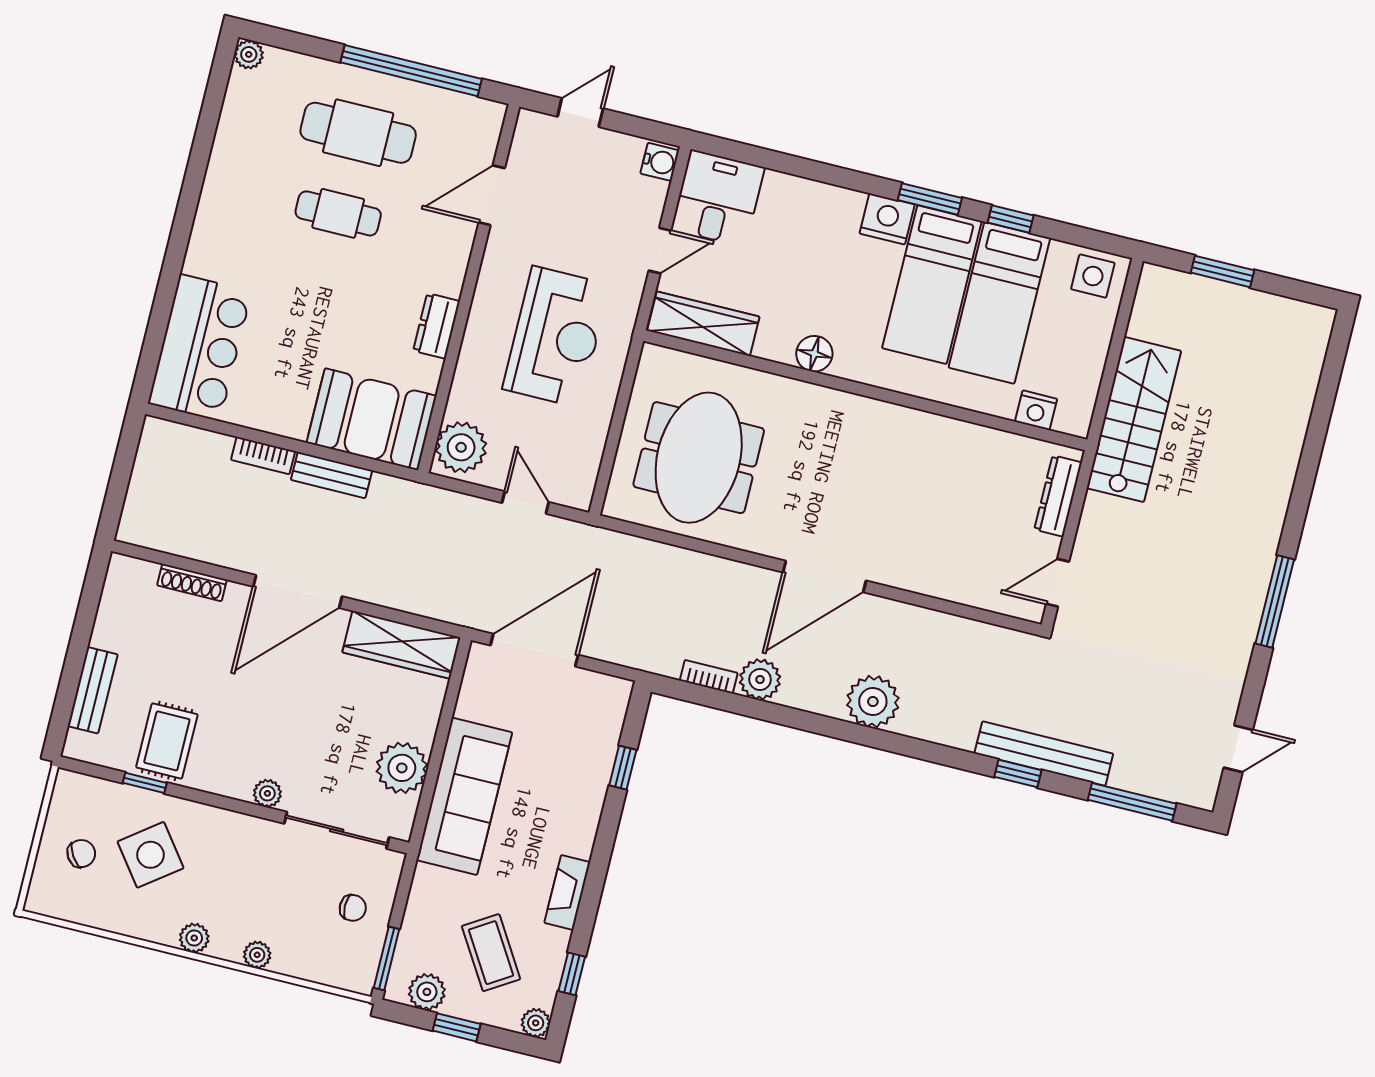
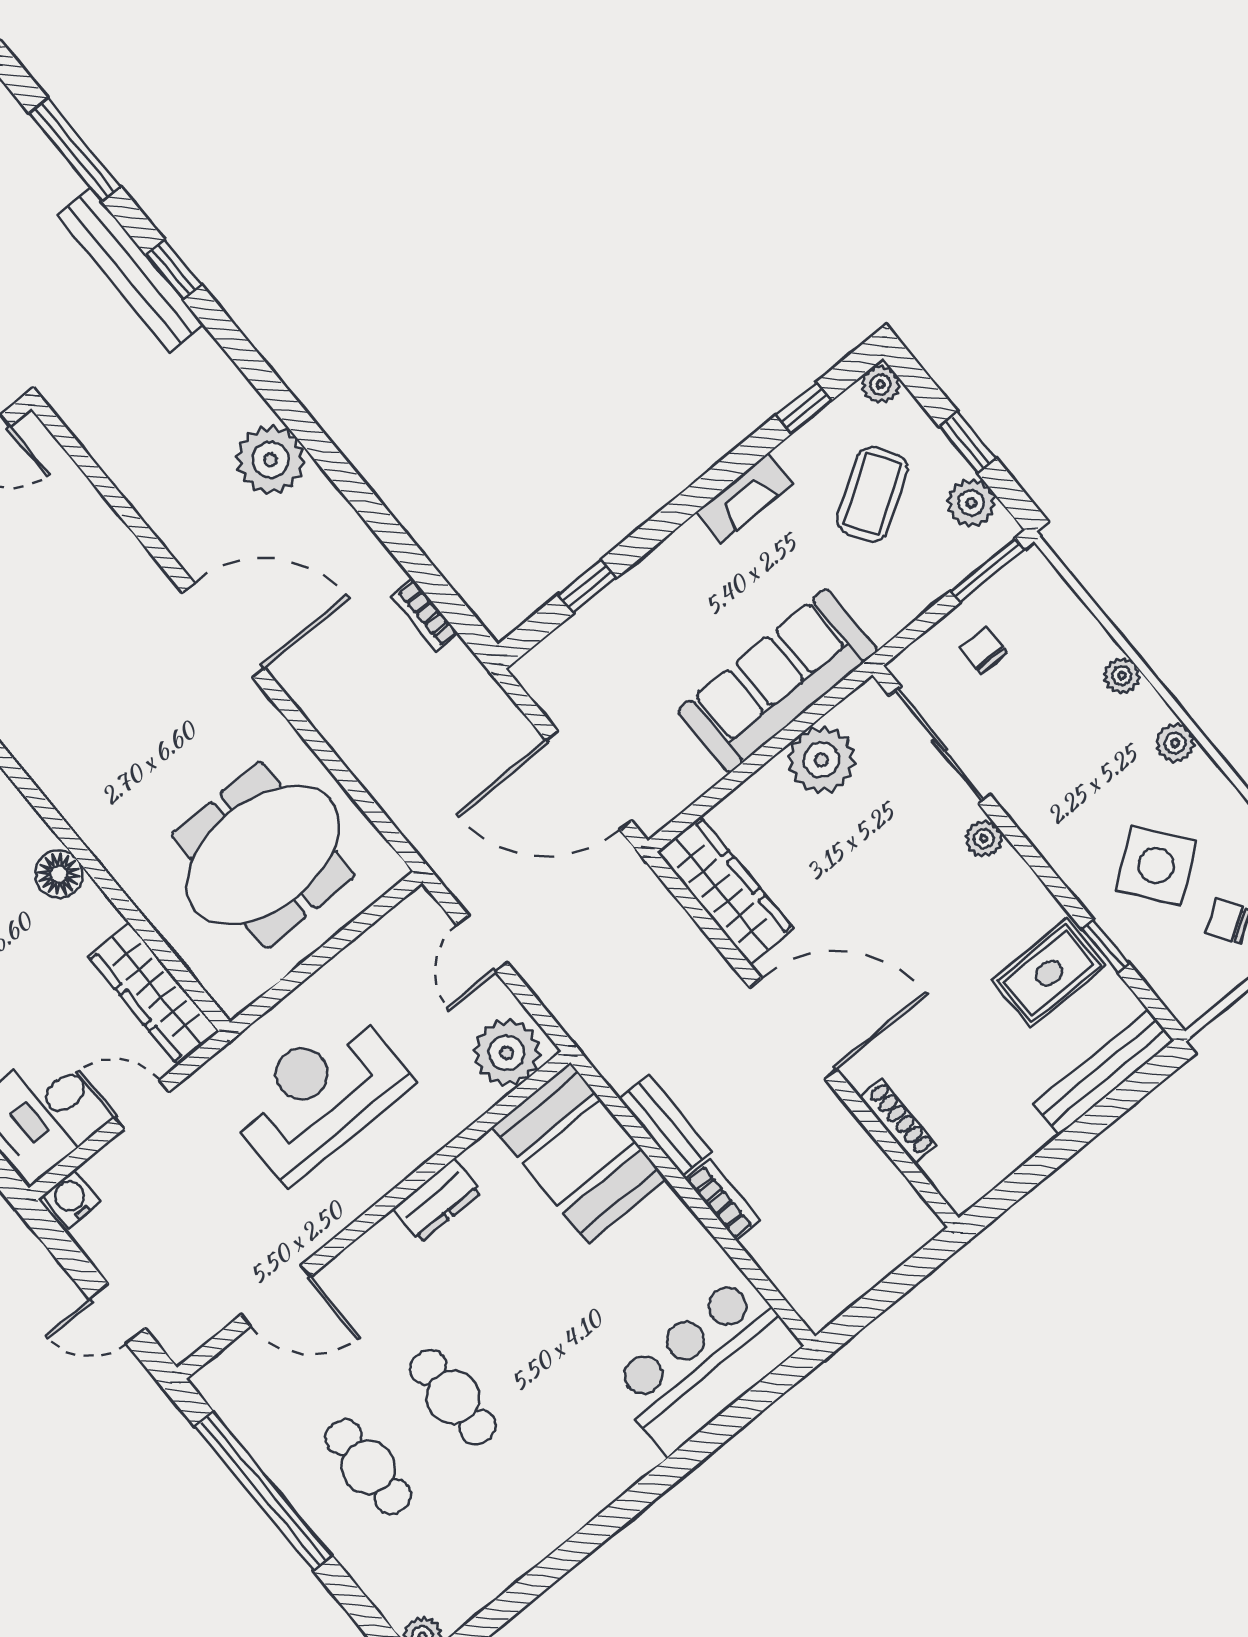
cafe table: (358, 133) -> (368, 1467), width x0.73, depth x0.74
plant: (760, 679) -> (373, 572), removed
bench: (93, 690) -> (1103, 1073), width x1.36

